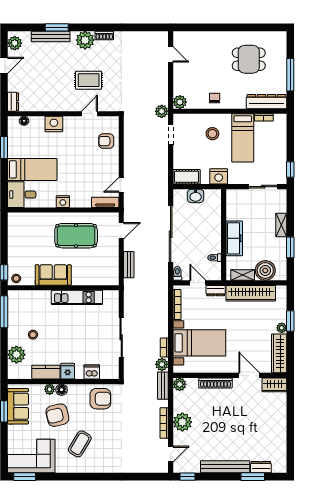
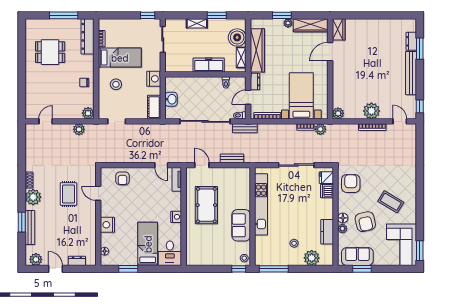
dining table: (249, 59) -> (50, 52), turned 90
dresser: (13, 102) -> (77, 261), moved
plant: (162, 111) -> (79, 129), moved
kitchen unit: (77, 297) -> (261, 204), width x1.36
fridge: (68, 371) -> (326, 178), moved
shoe rack: (215, 383) -> (337, 82), removed
bench: (163, 386) -> (245, 128), moved

